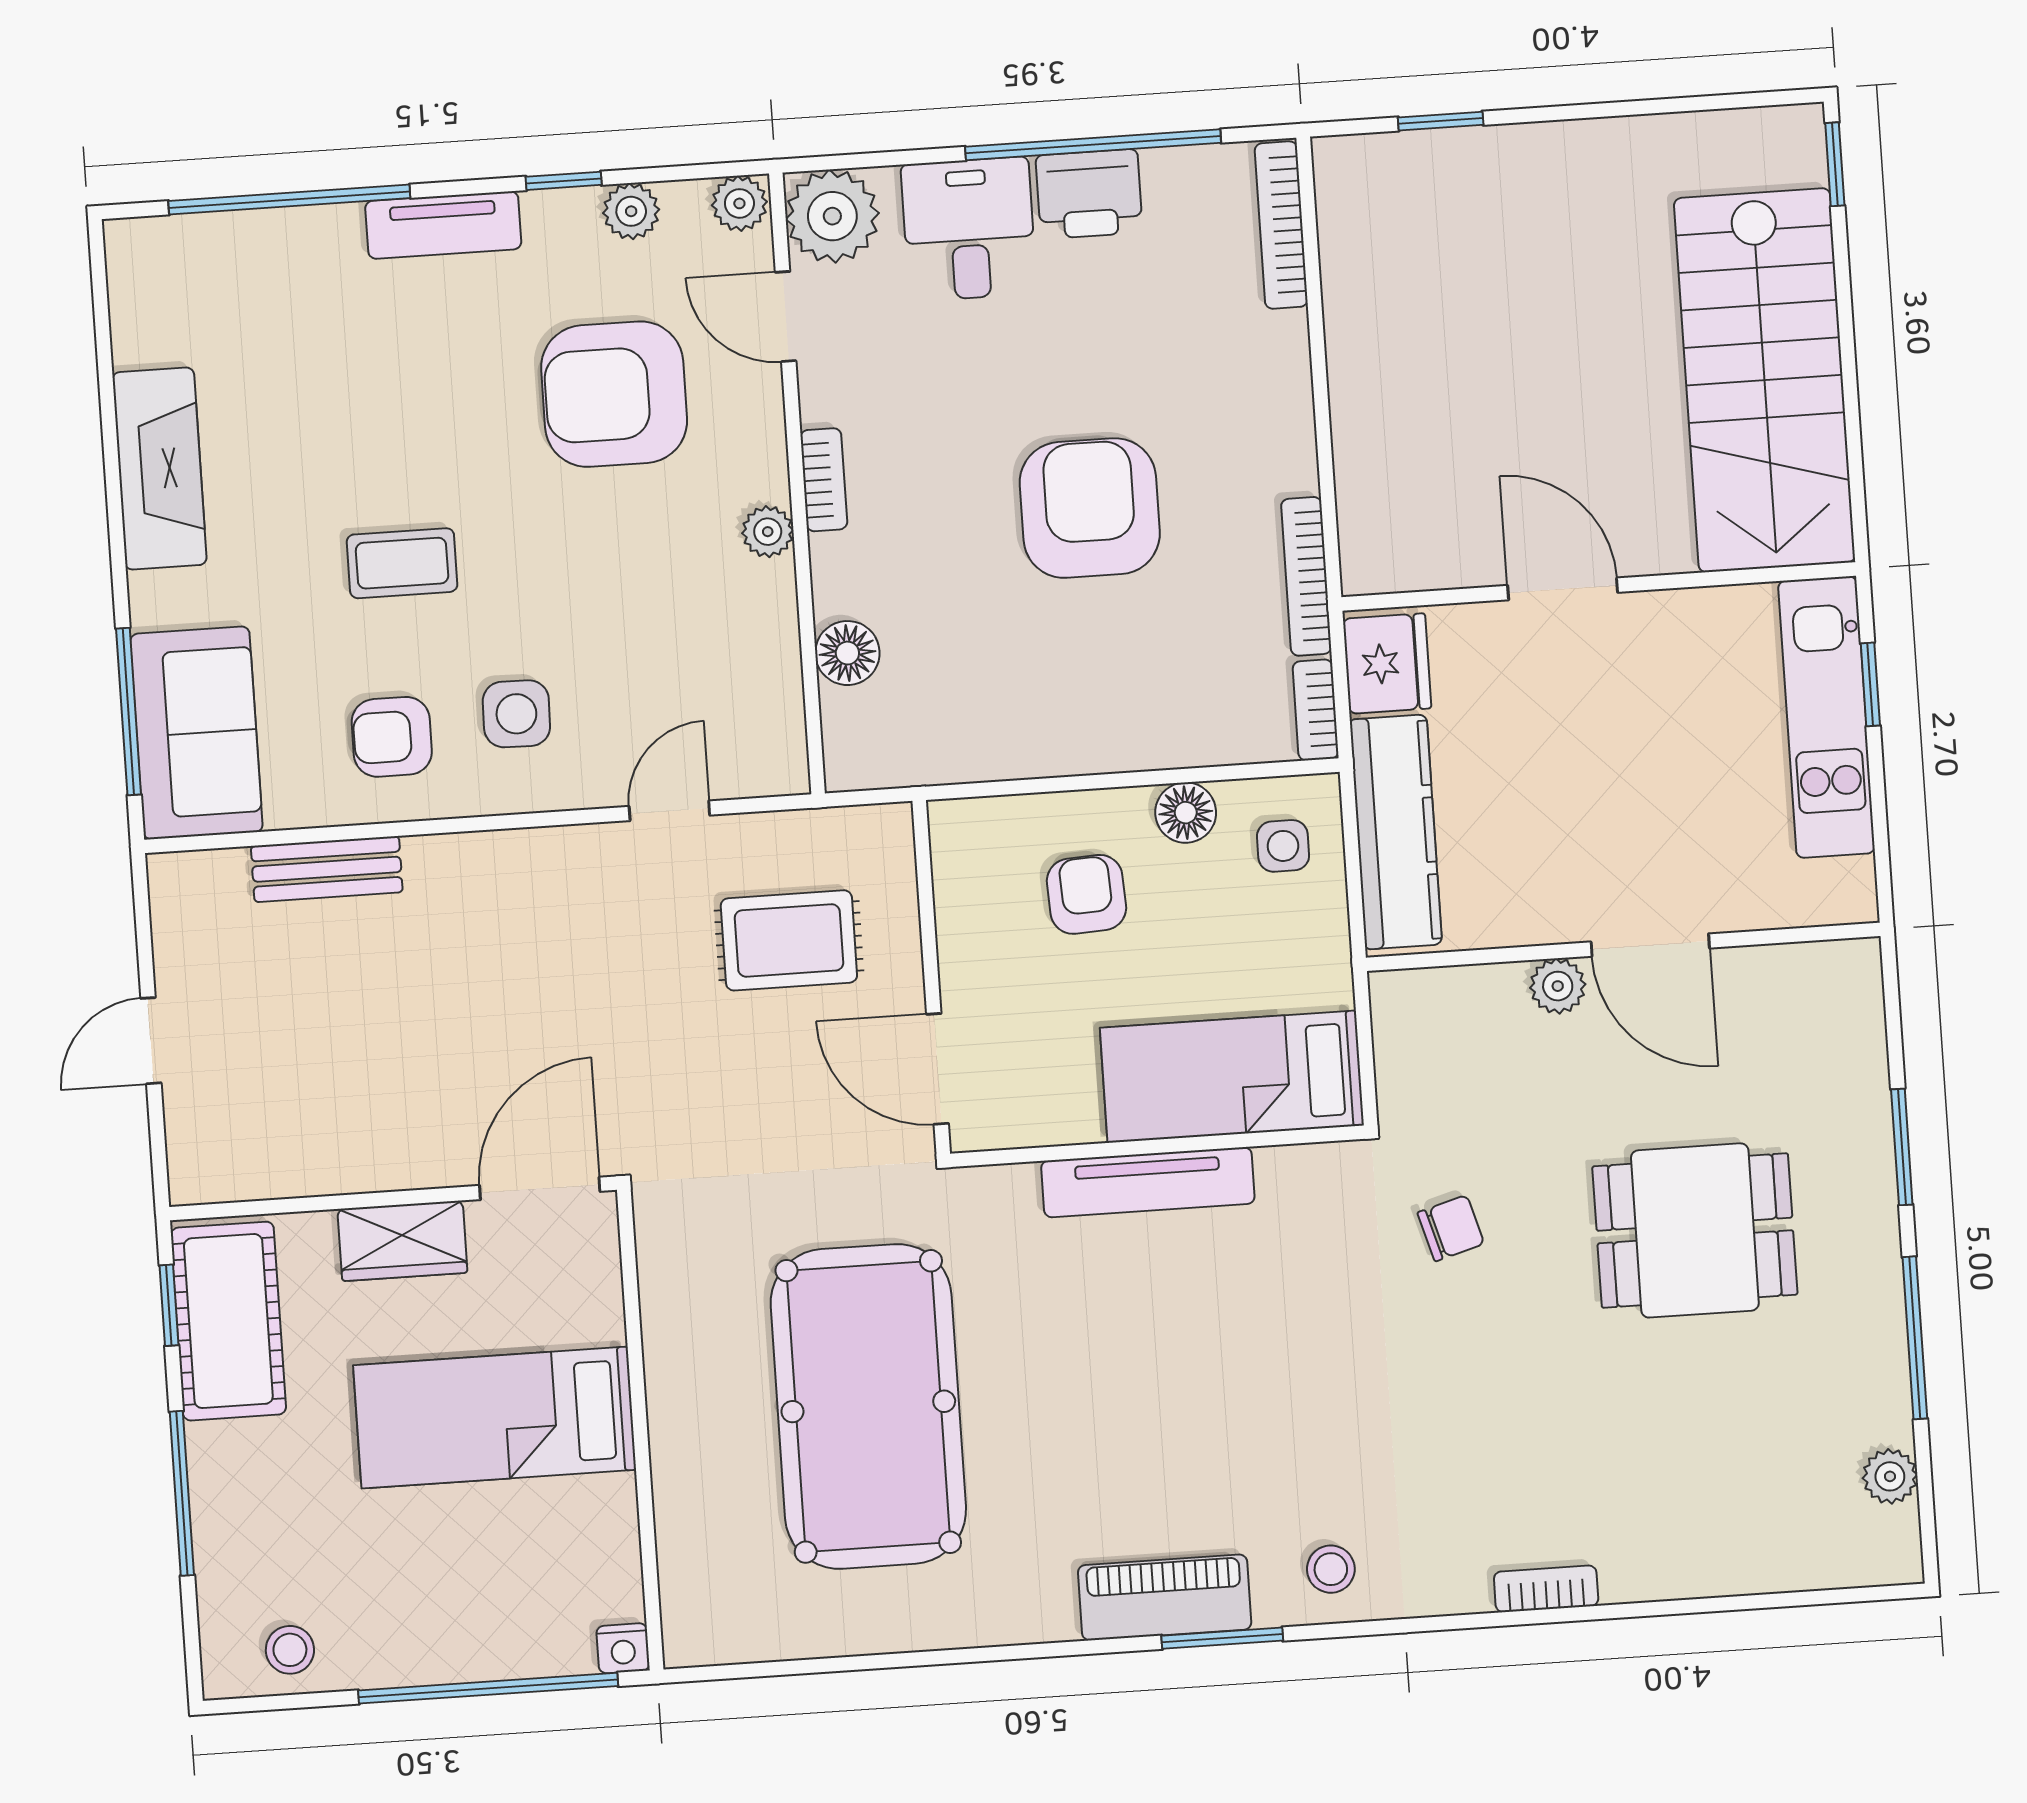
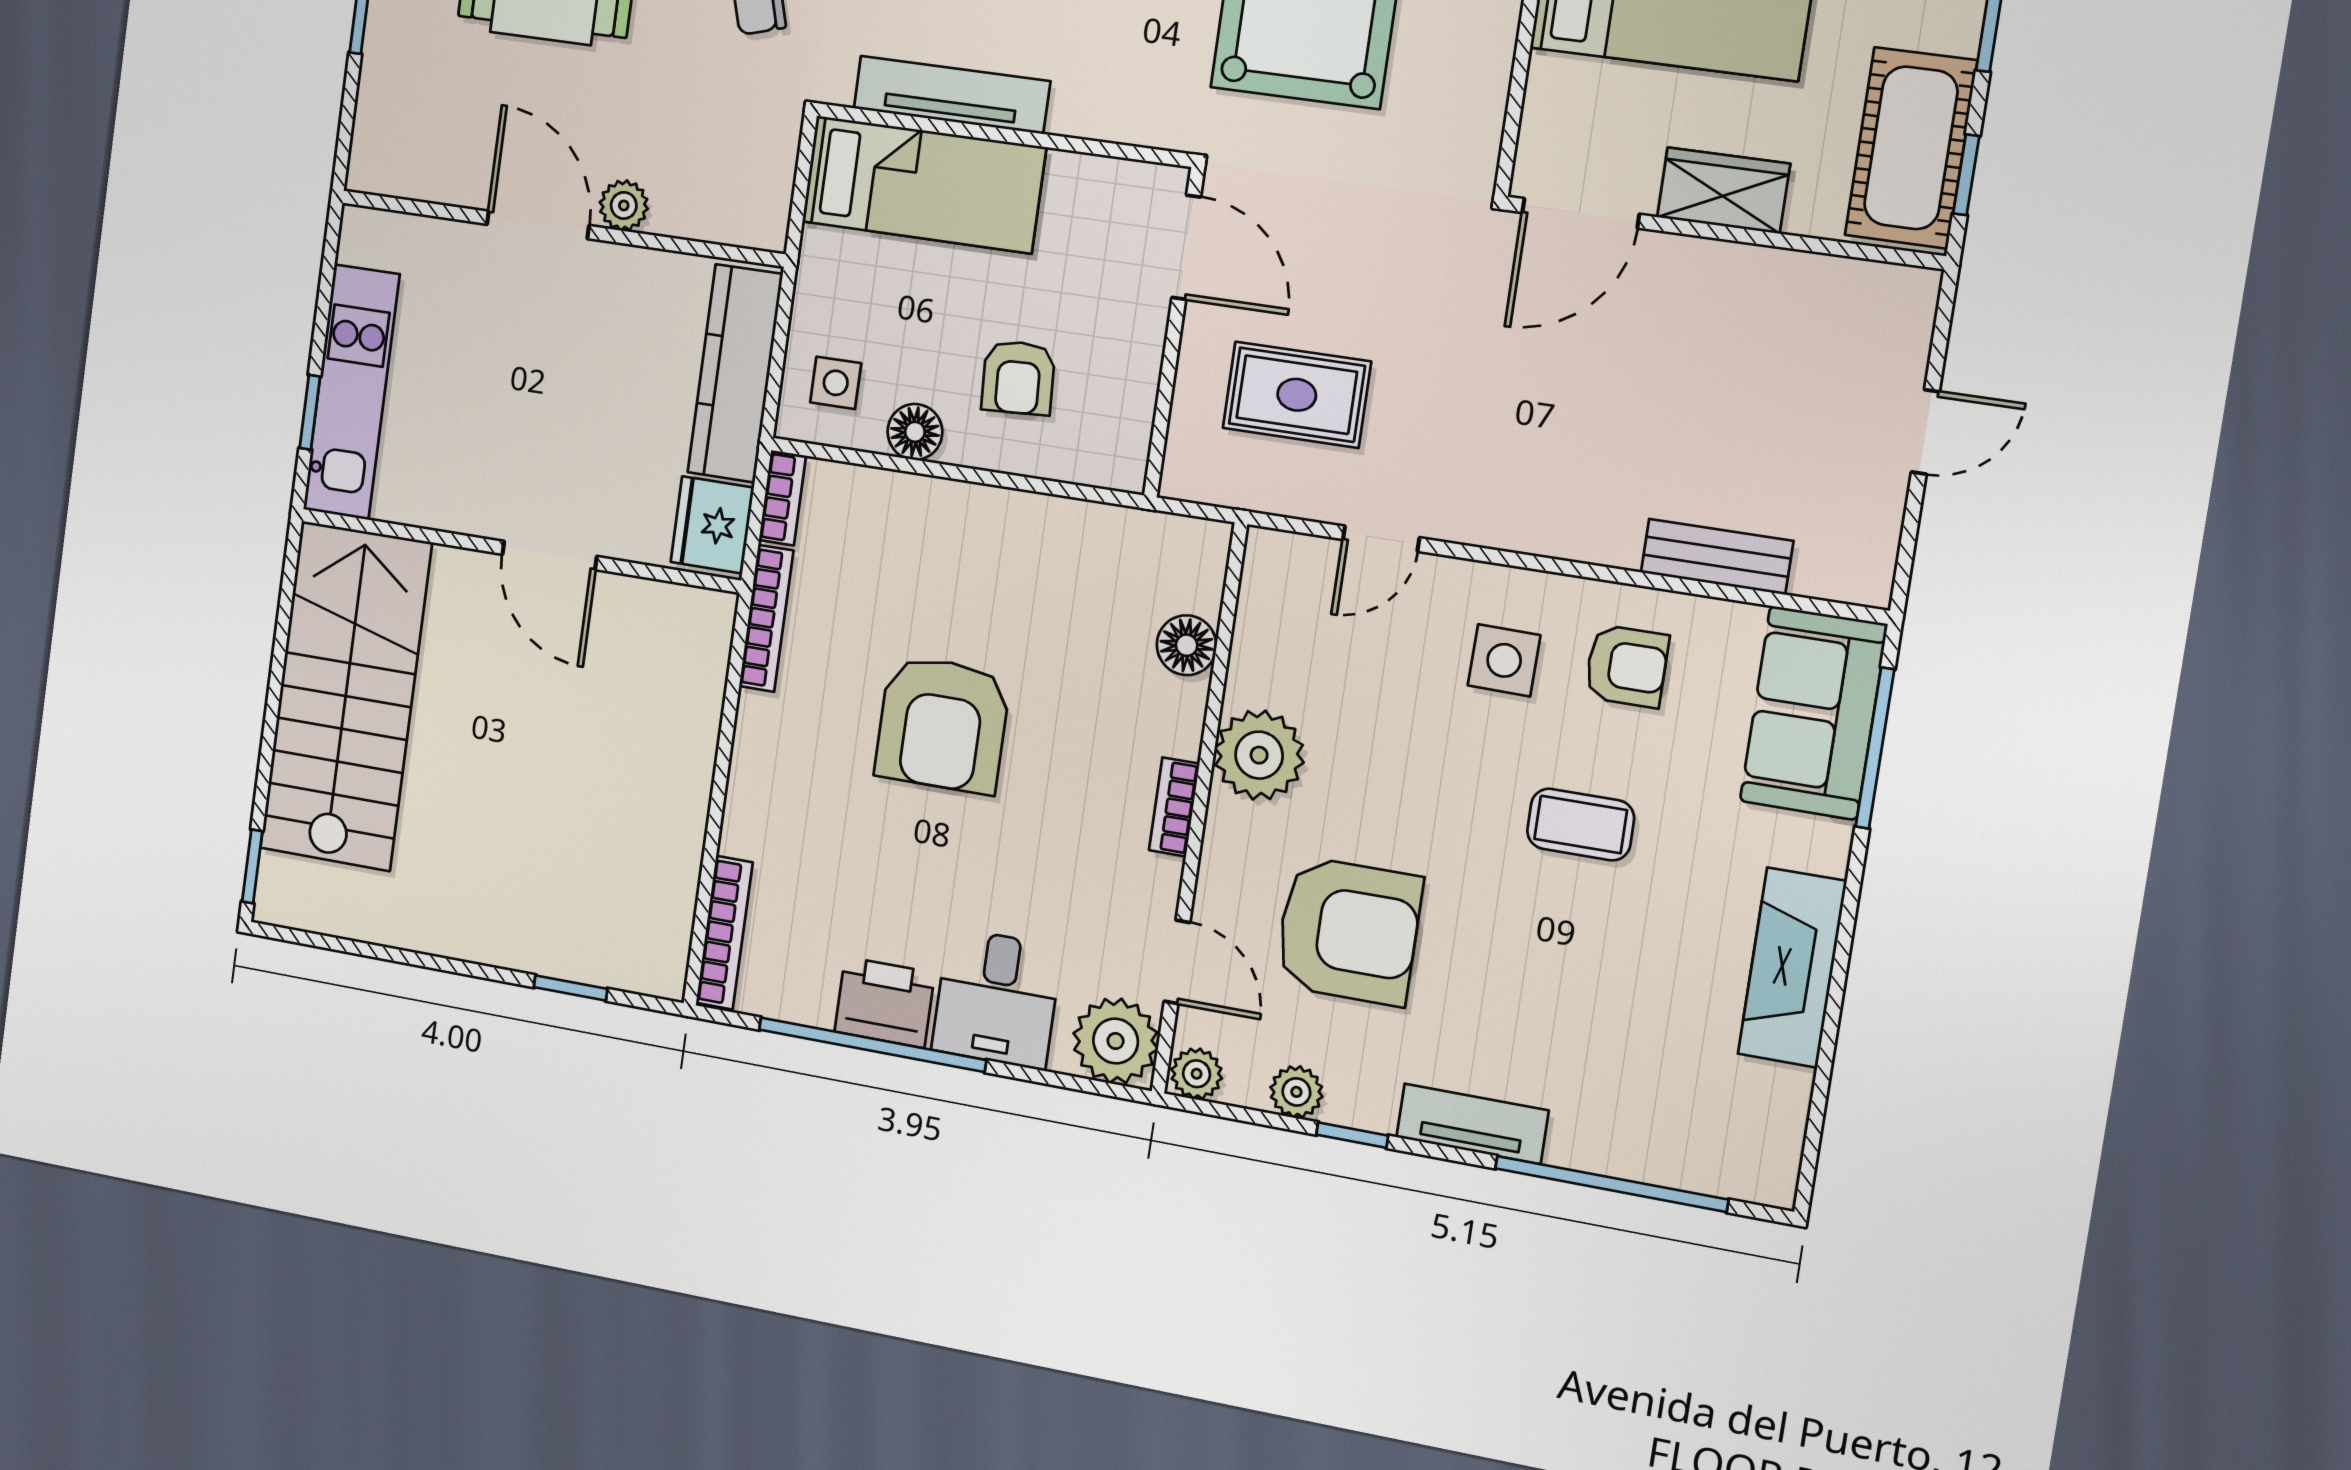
plant: (768, 532) -> (1259, 755), width x1.87, depth x1.87
tv unit: (1148, 1182) -> (952, 95), moved

